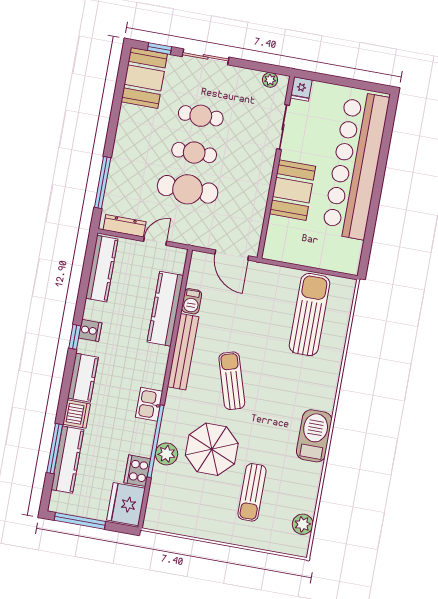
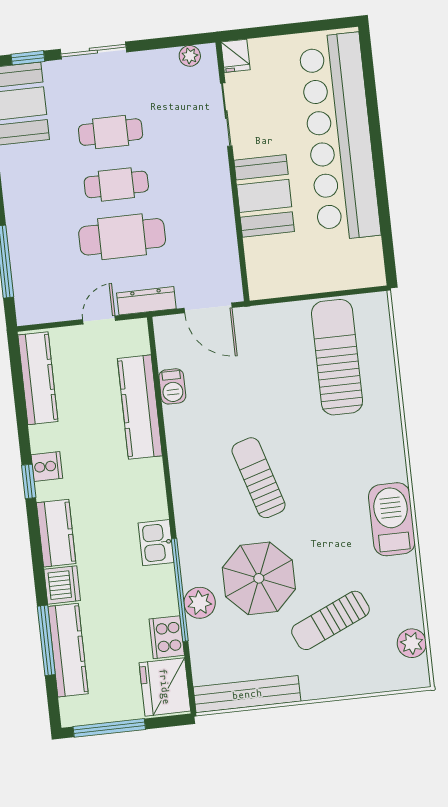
dresser: (125, 226) -> (146, 301), moved
bench: (183, 352) -> (247, 694), moved, turned 90
sun lounger: (252, 492) -> (330, 620), turned 66

